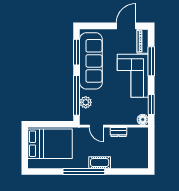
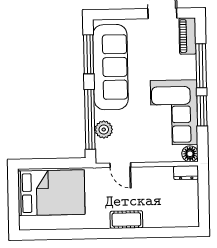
corner sofa: (133, 76) -> (174, 112), moved
window: (151, 105) -> (202, 111), moved
dresser: (119, 132) -> (186, 173), moved
window: (84, 171) -> (103, 234), removed

